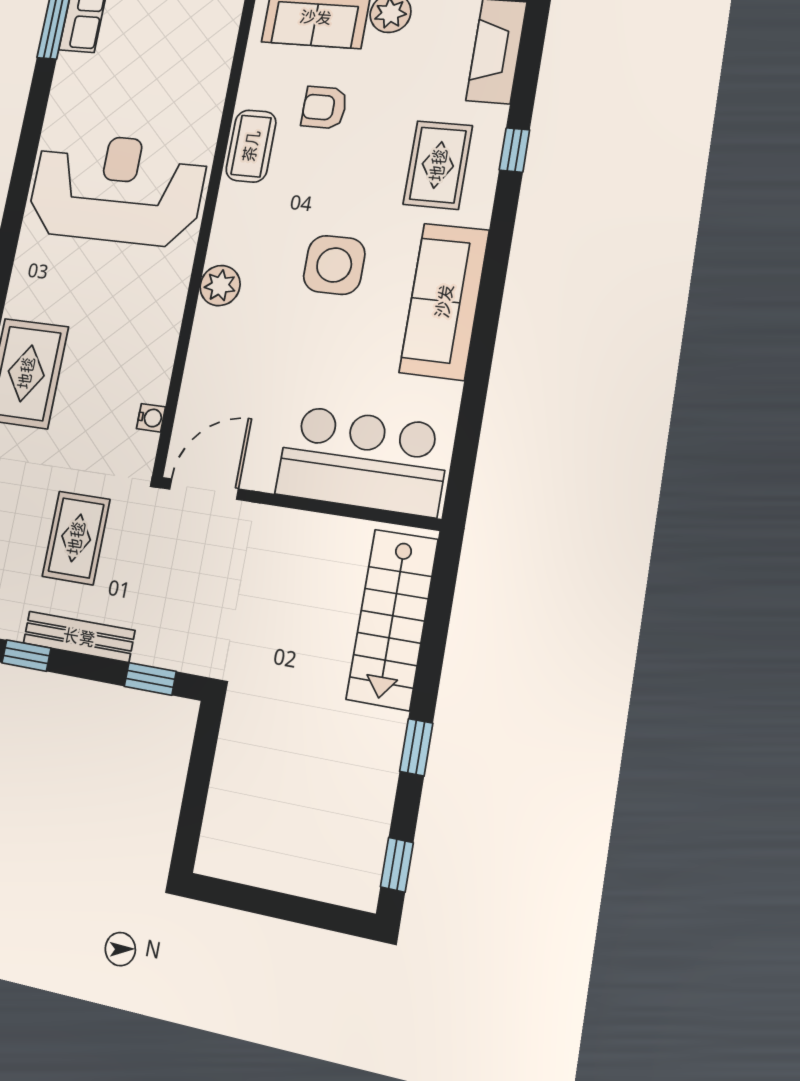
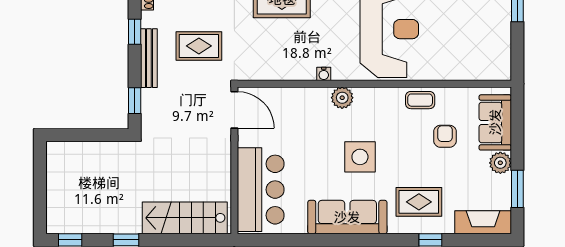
coffee table: (251, 146) -> (420, 100), width x0.73, depth x0.77
water cooler: (151, 418) -> (324, 74), moved

